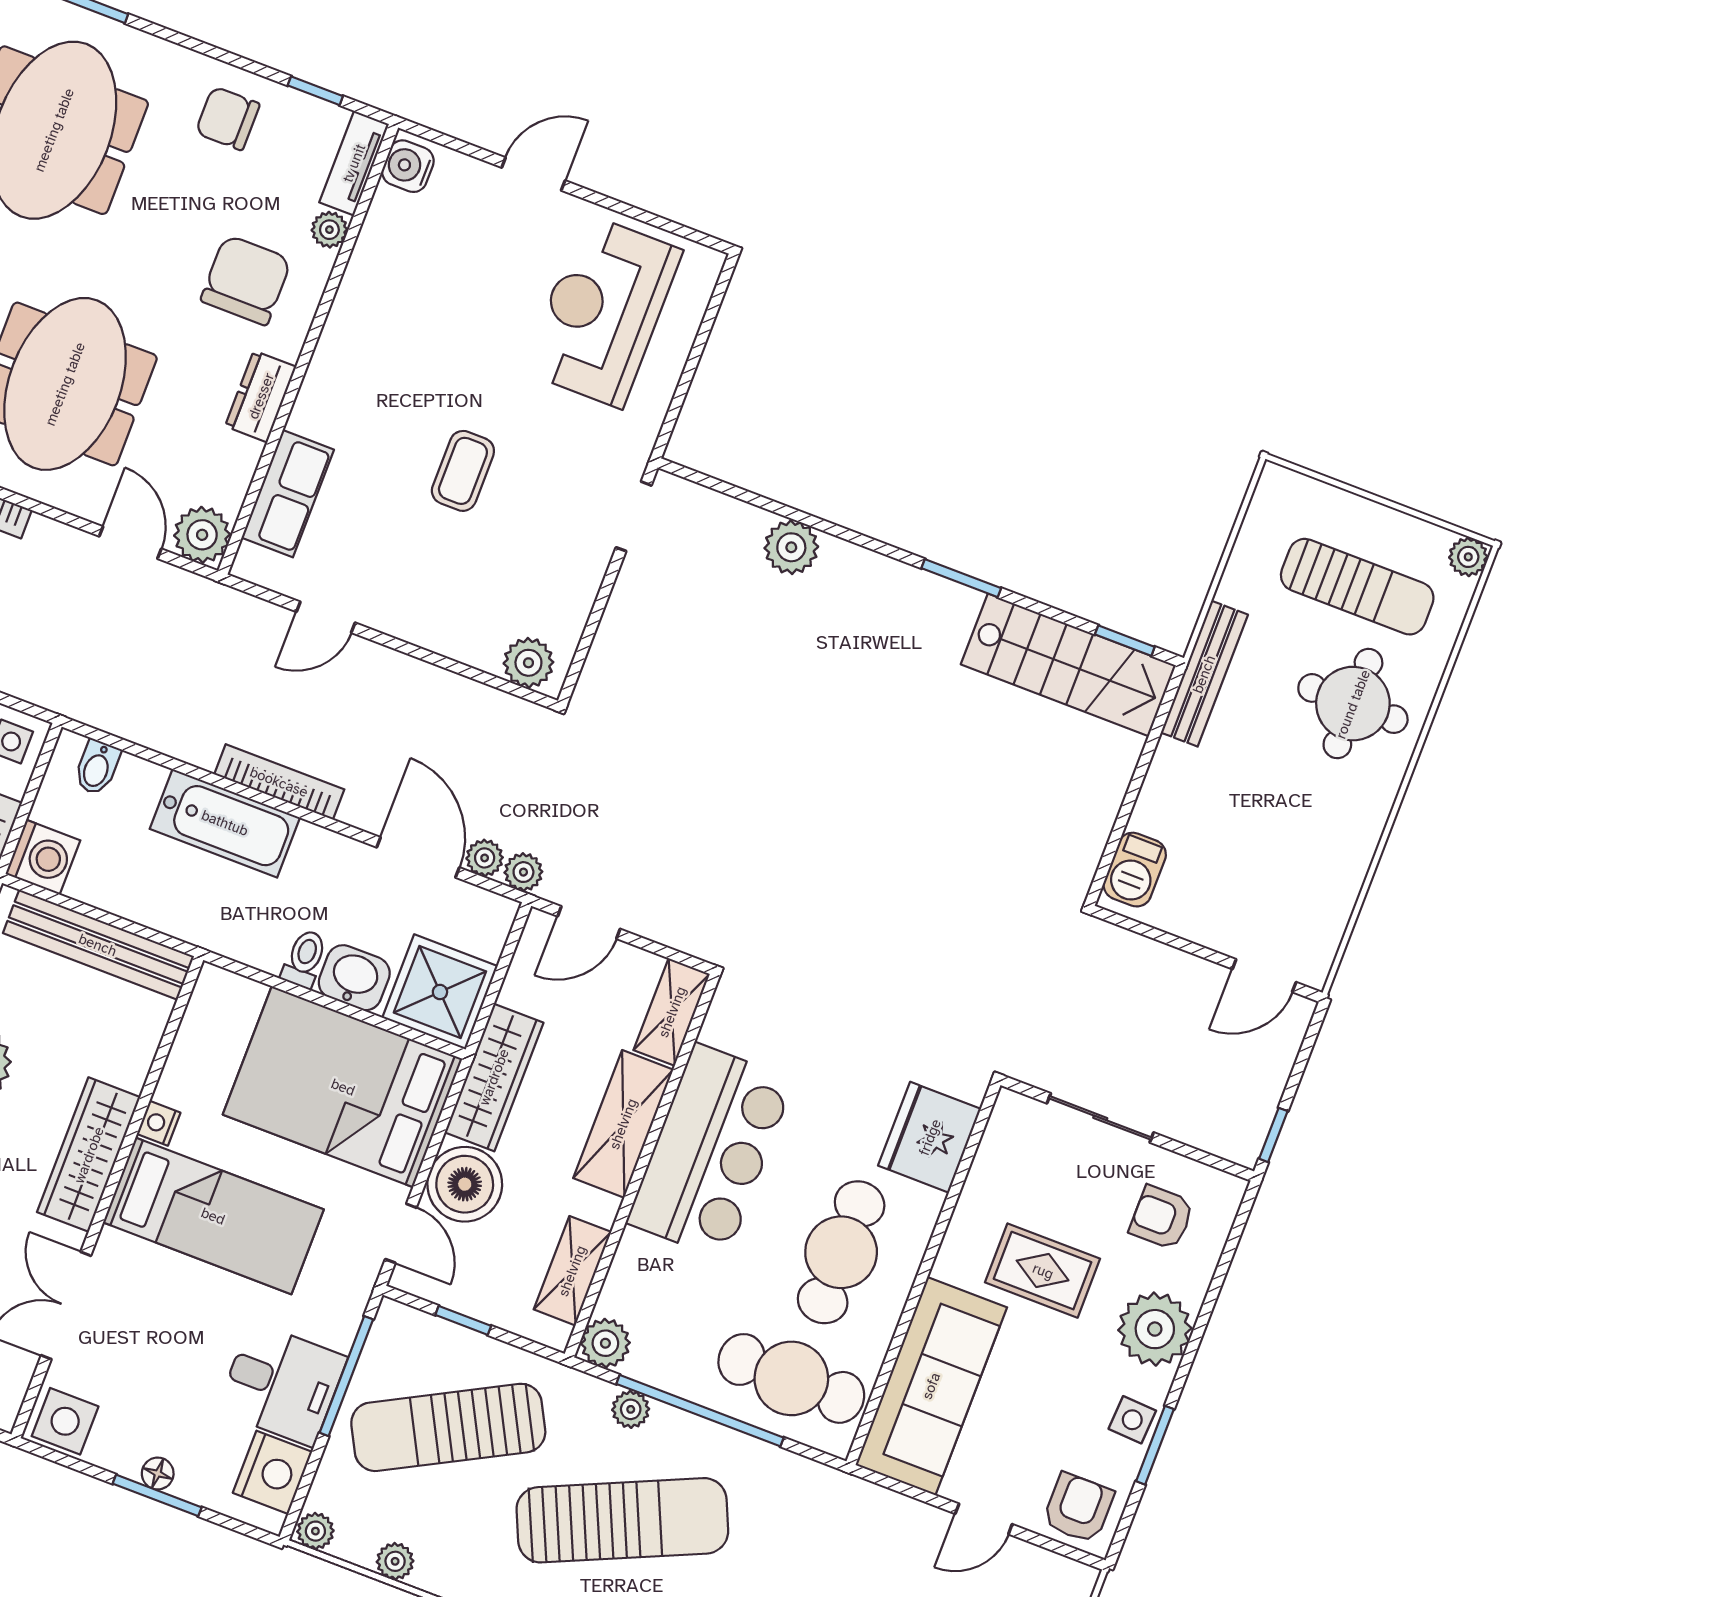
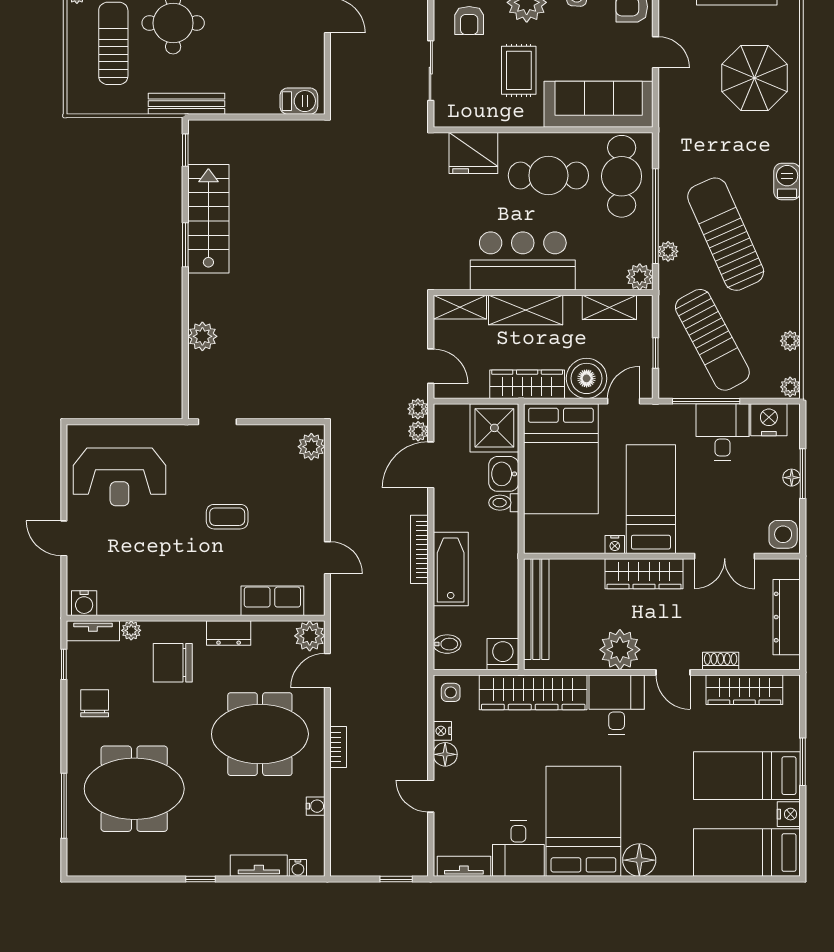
chair: (228, 118) -> (95, 703), turned 180
stairs: (1068, 665) -> (208, 219), moved

